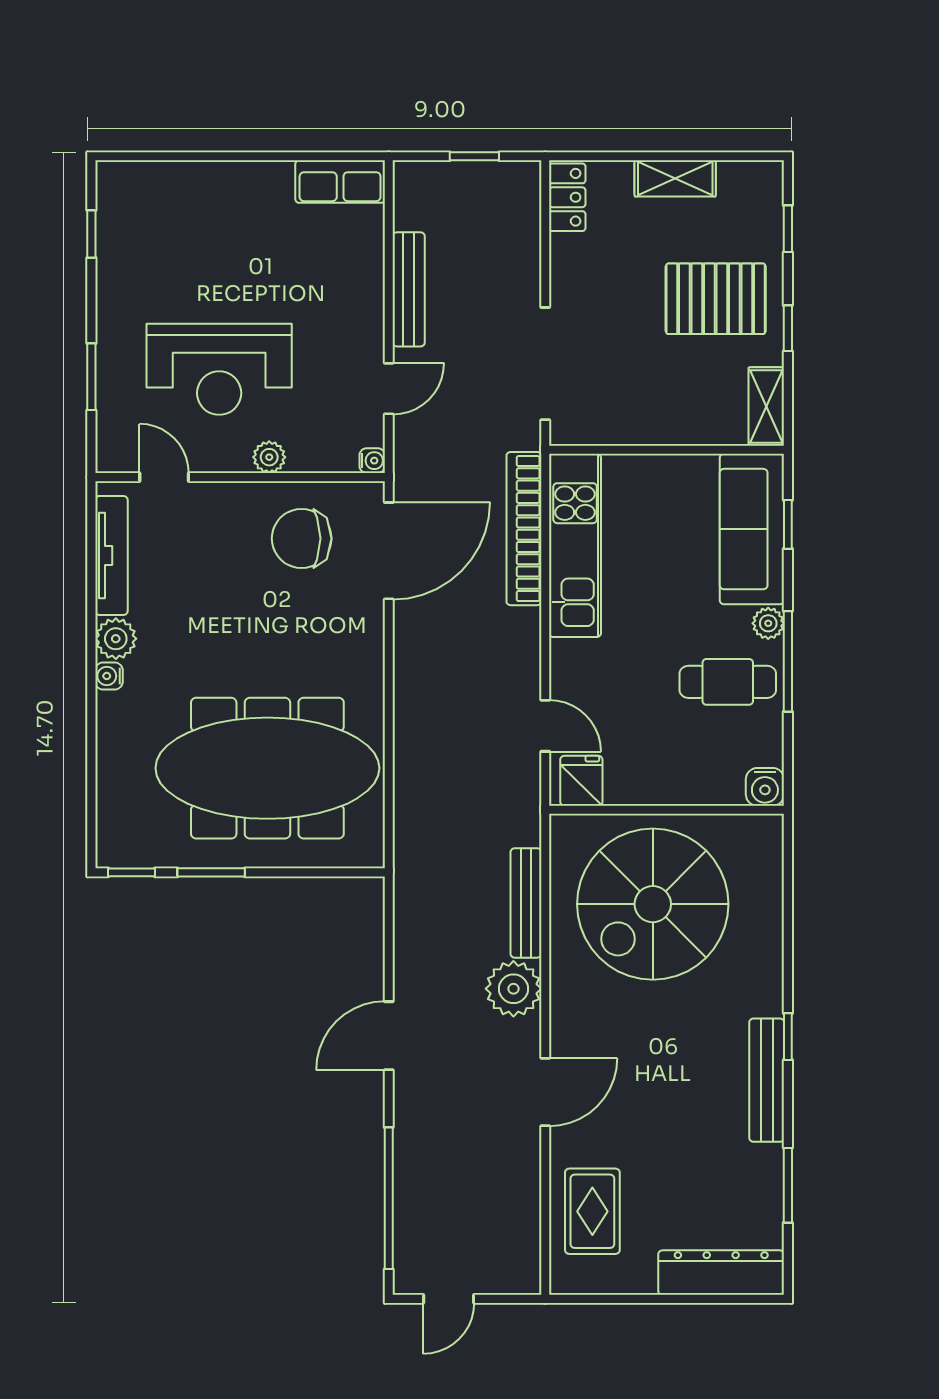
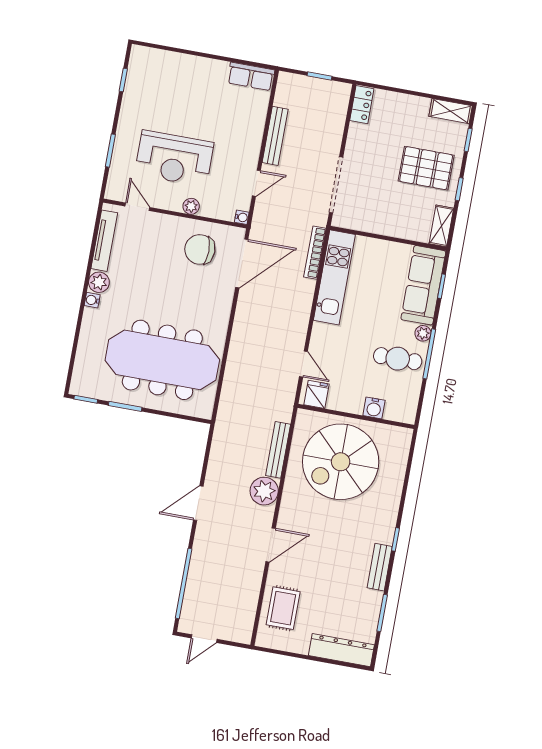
shelving: (675, 178) -> (451, 111), moved
bookcase: (524, 529) -> (315, 253), width x0.68, depth x0.76
water cooler: (765, 787) -> (374, 408), moved
bench: (767, 1080) -> (380, 567), width x0.73

